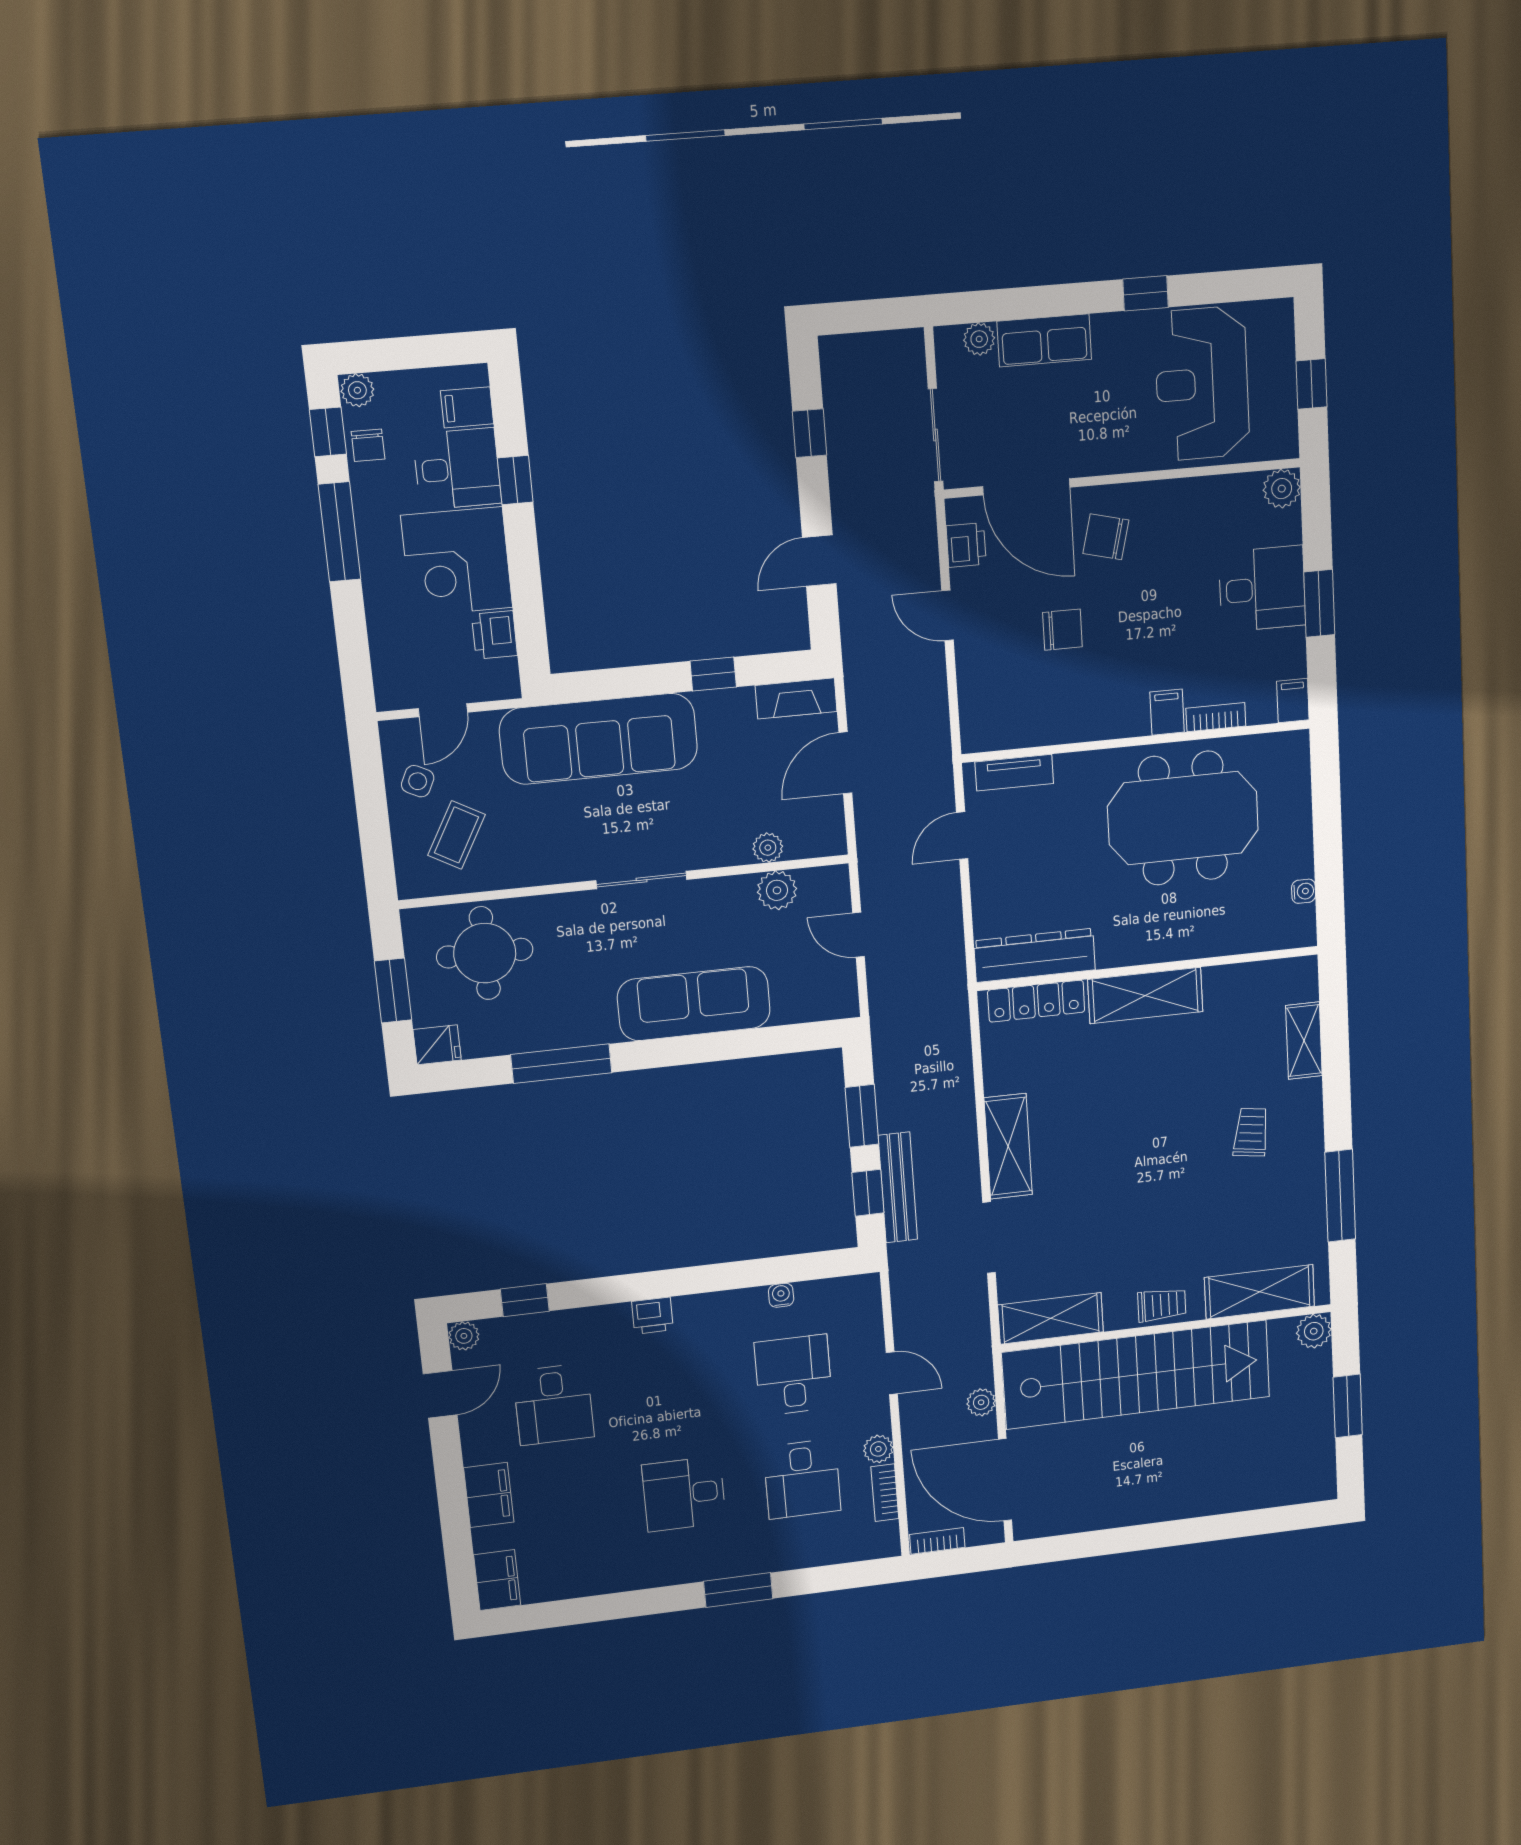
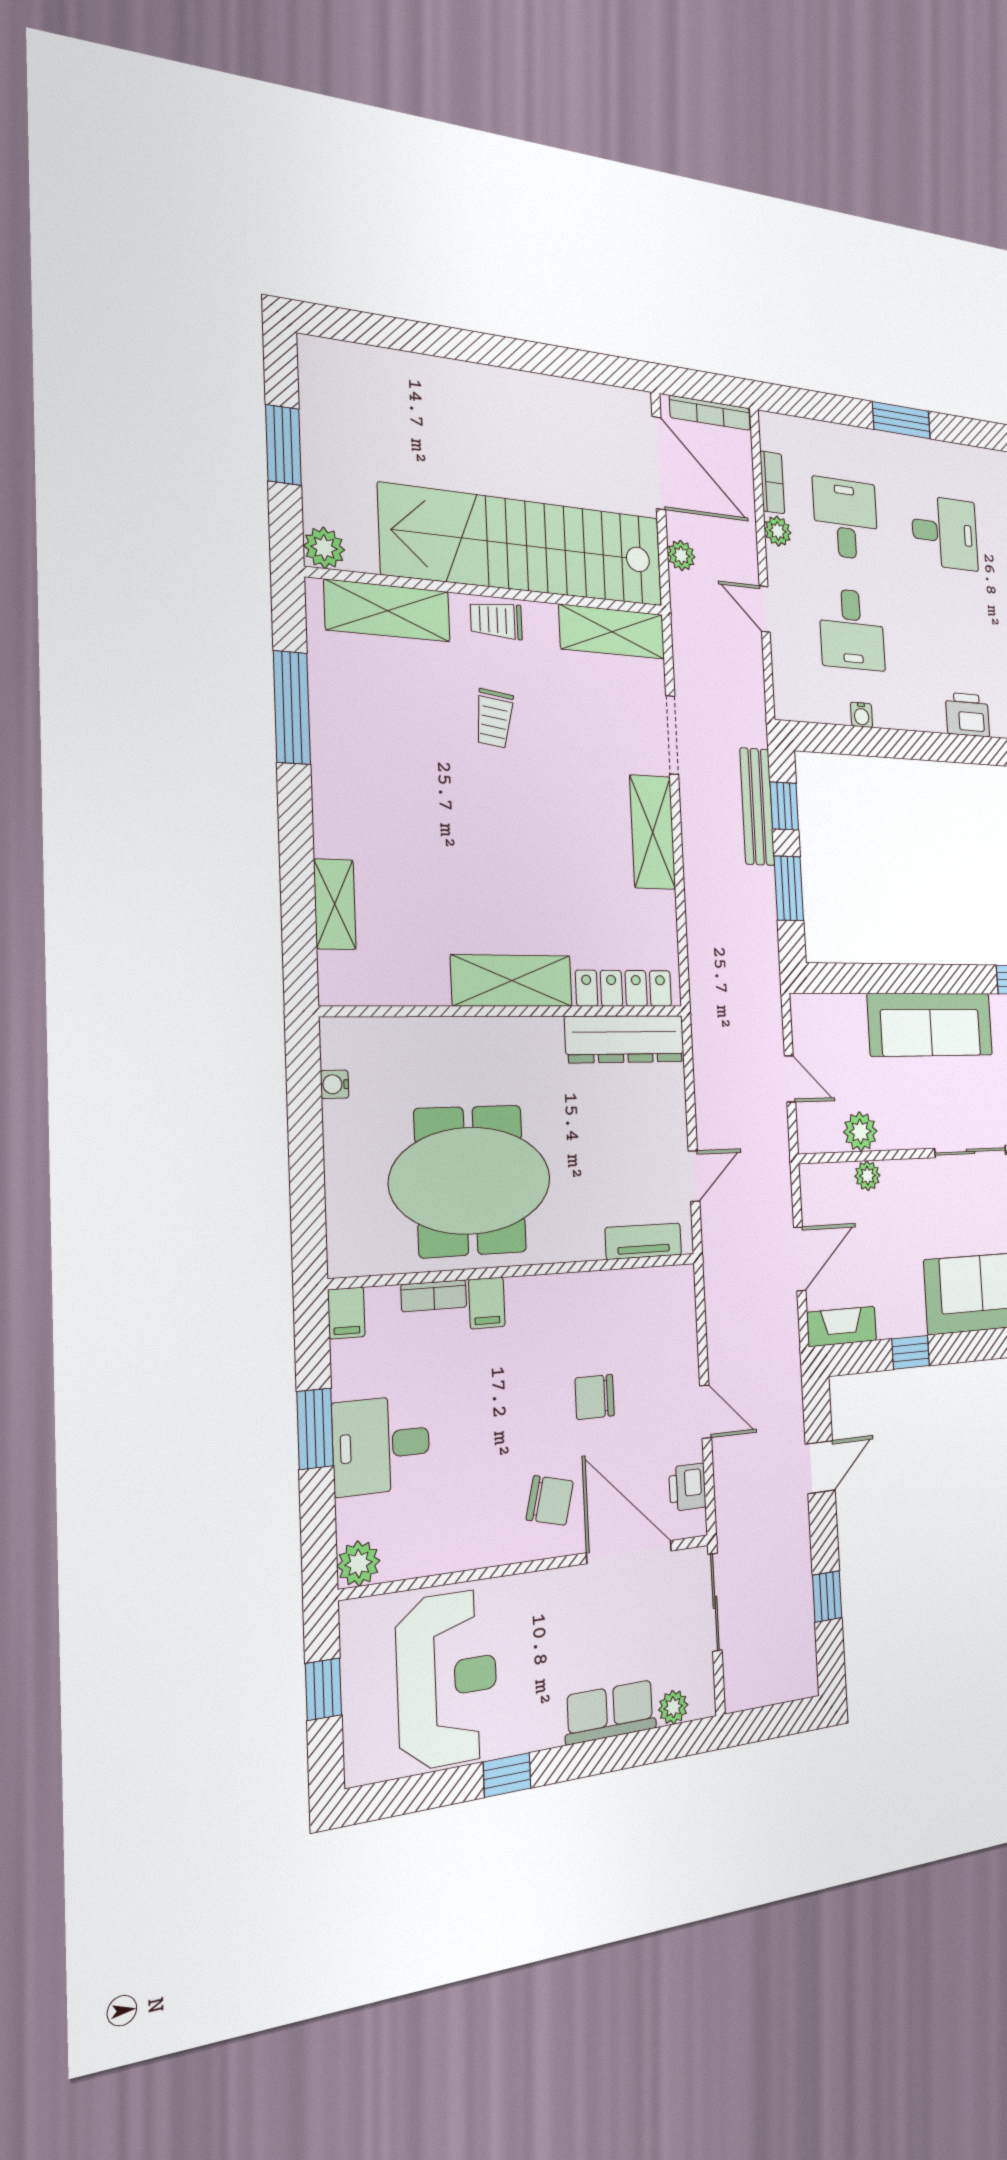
trolley: (1251, 1132) -> (494, 718), moved
printer: (652, 1316) -> (967, 715), width x1.36, depth x1.24
bookcase: (937, 1541) -> (710, 413), width x1.56

